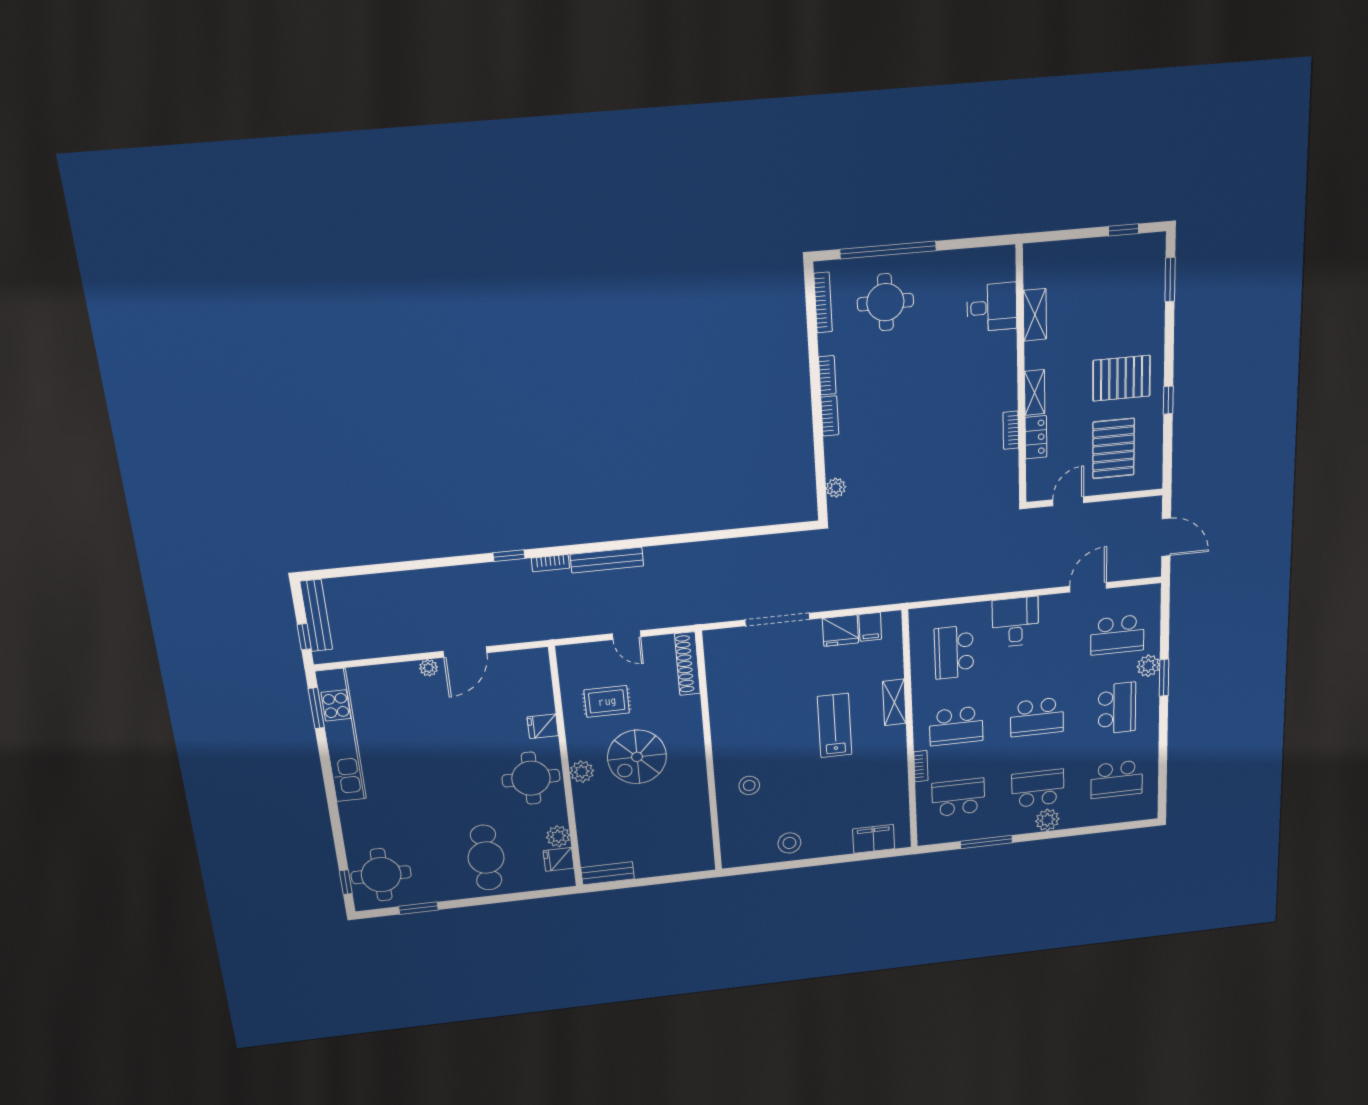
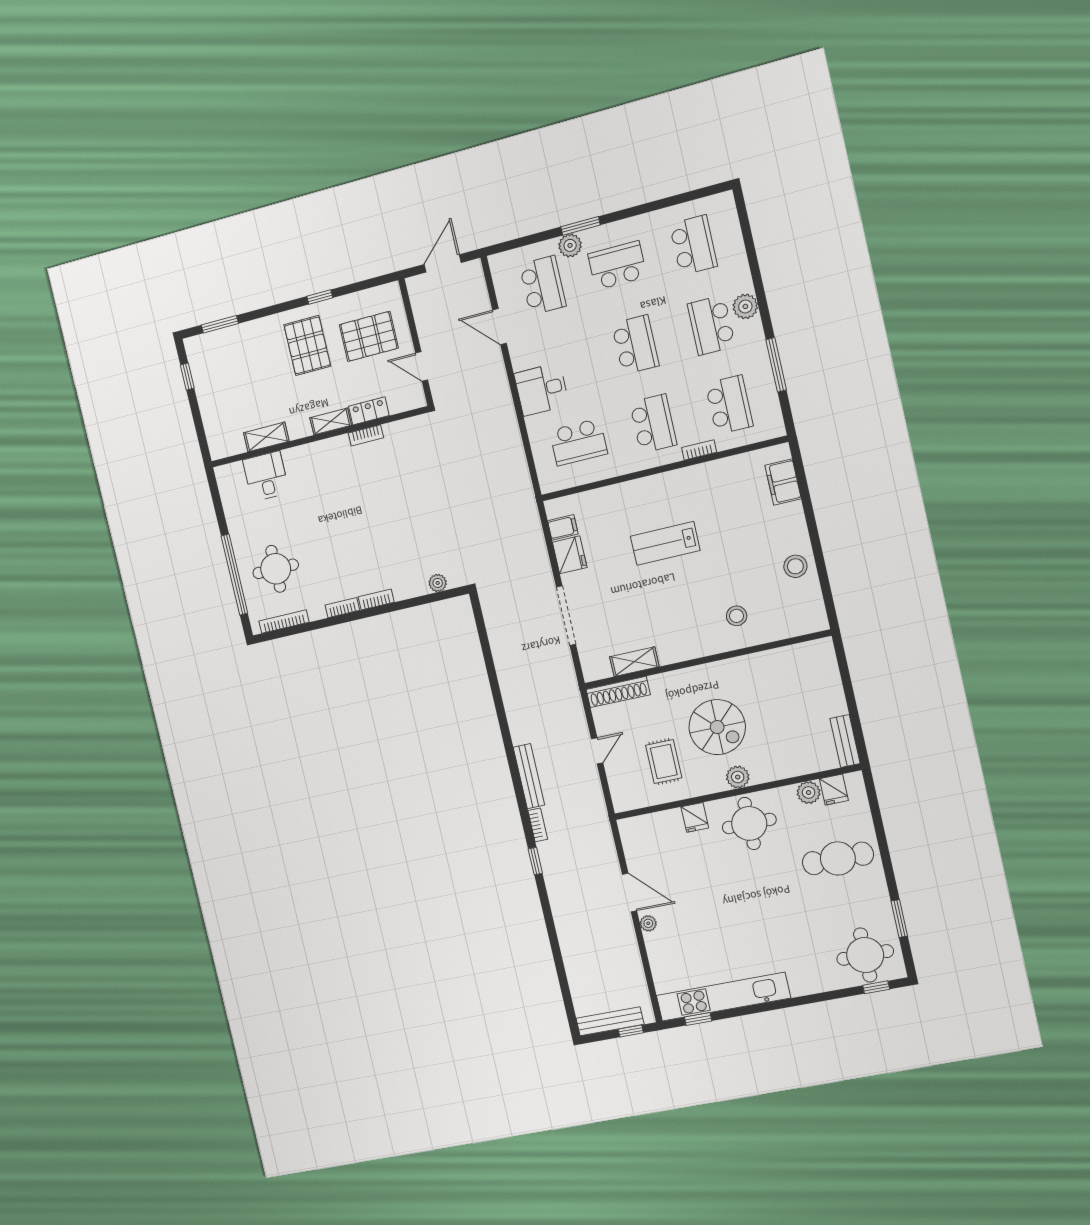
shelving: (894, 702) -> (634, 662), moved
window: (316, 708) -> (698, 1019), width x0.67
school desk: (958, 797) -> (729, 405), turned 180

